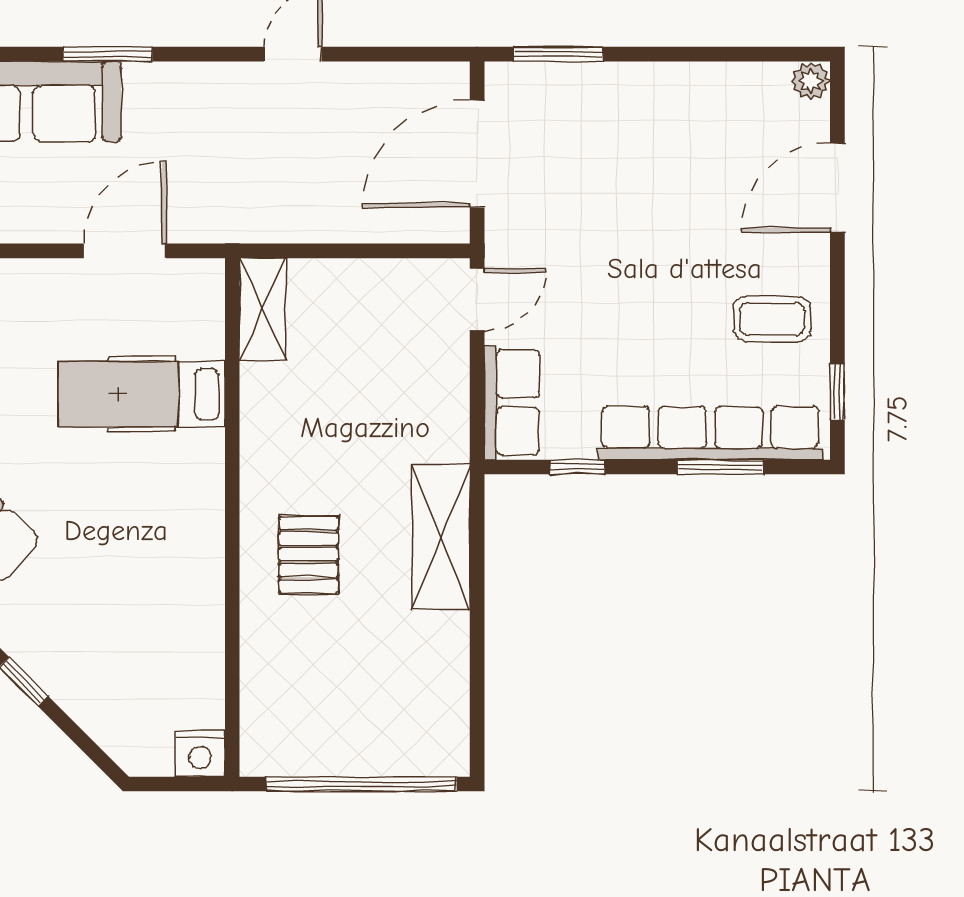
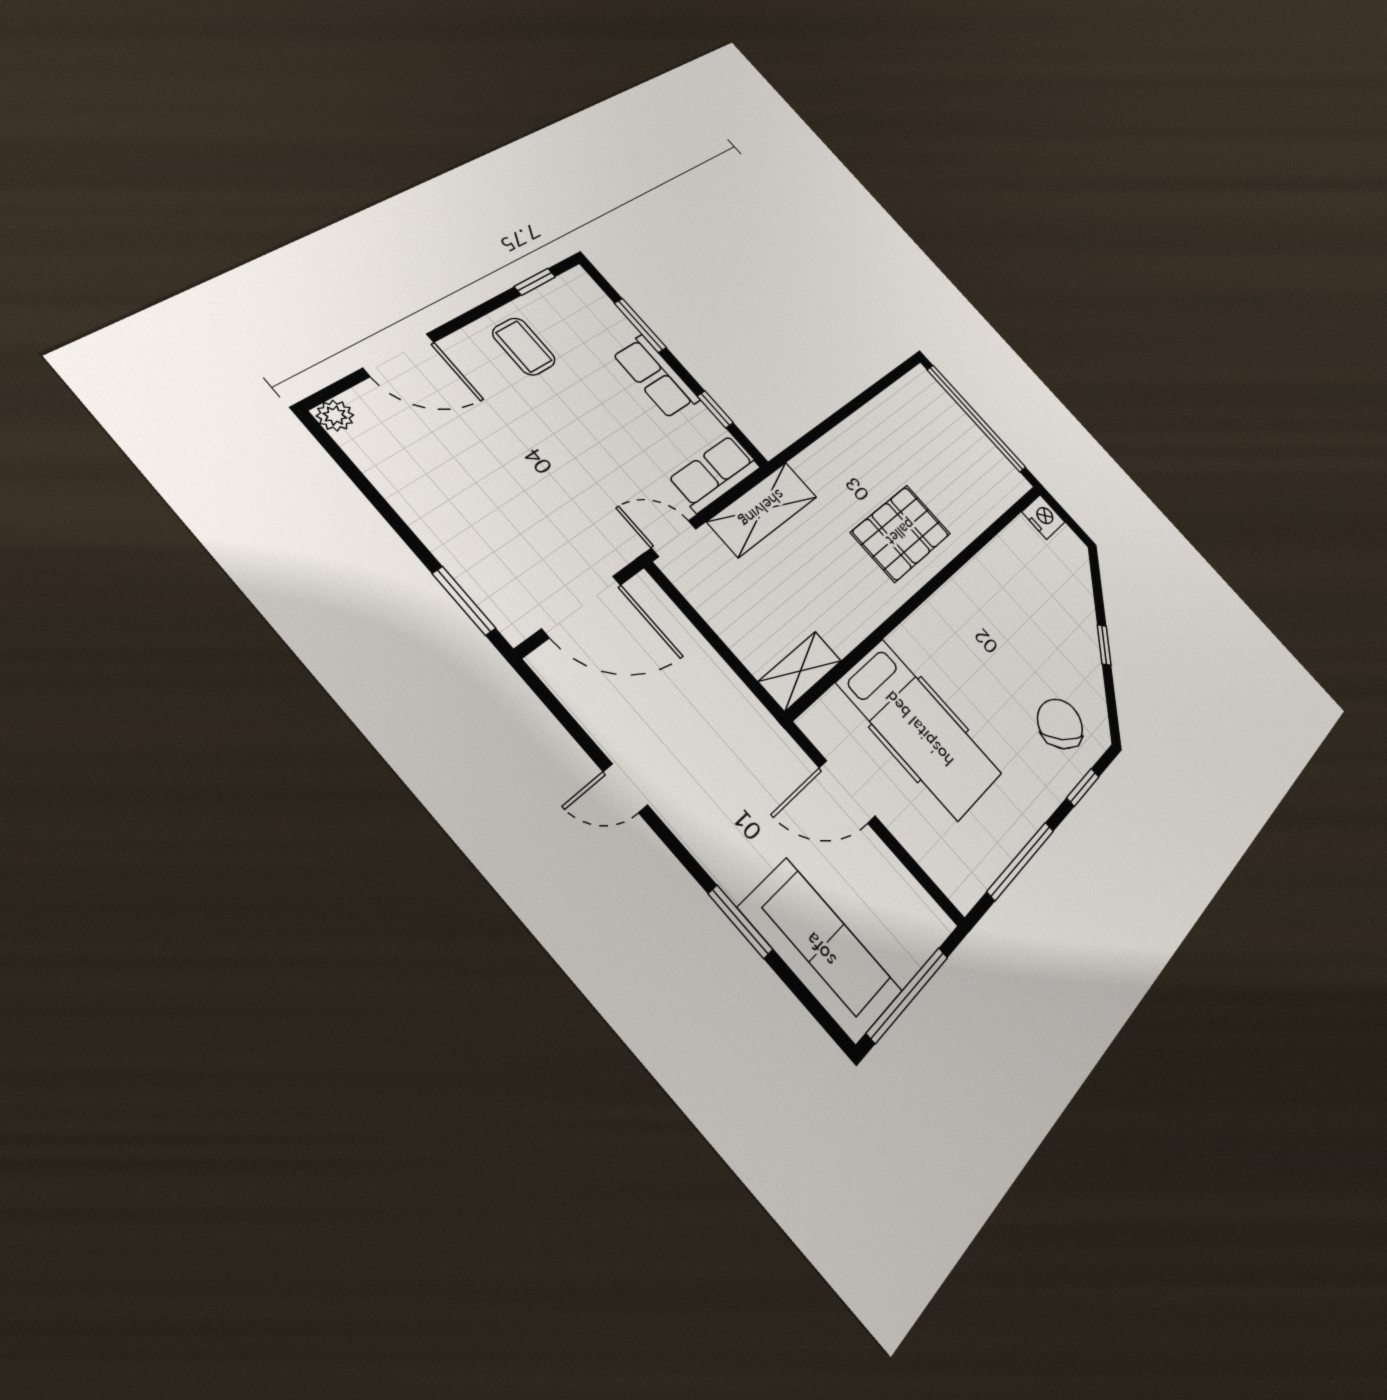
hospital bed: (142, 394) -> (919, 729), width x1.37, depth x1.29
row of seats: (710, 433) -> (656, 377), width x0.50
shelving: (441, 537) -> (763, 509), moved
pallet: (309, 555) -> (901, 533), width x1.50, depth x1.42

